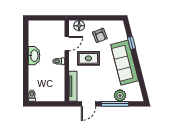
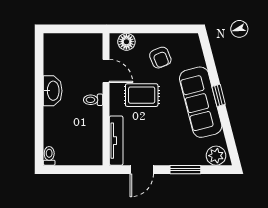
window: (131, 43) -> (219, 95), moved
door: (67, 44) -> (106, 71), hinge flipped
plant: (120, 95) -> (216, 156), moved
window: (115, 104) -> (185, 170), width x0.69

